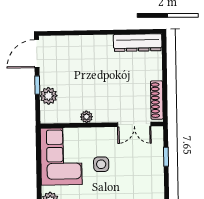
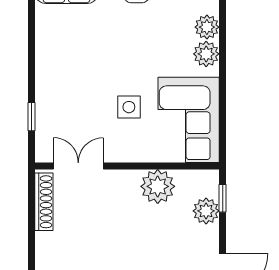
window: (37, 85) -> (223, 198), moved
plant: (86, 117) -> (158, 186), width x1.87, depth x1.87

